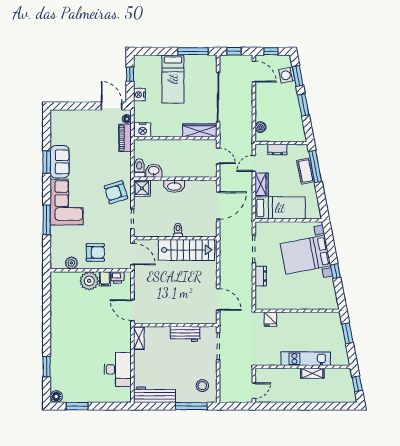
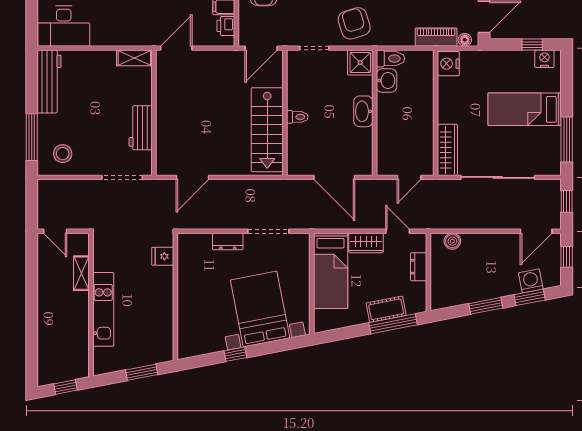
nightstand: (139, 95) -> (544, 59), moved
desk: (118, 369) -> (64, 26), moved
shelving: (312, 373) -> (81, 273), moved

